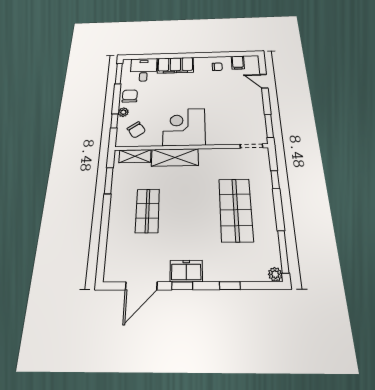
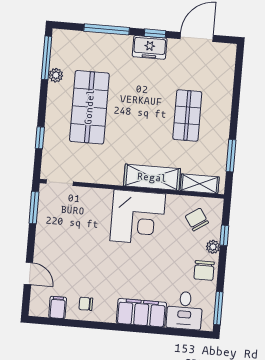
plant: (275, 274) -> (56, 75), moved
window: (230, 286) -> (107, 29), width x2.17

